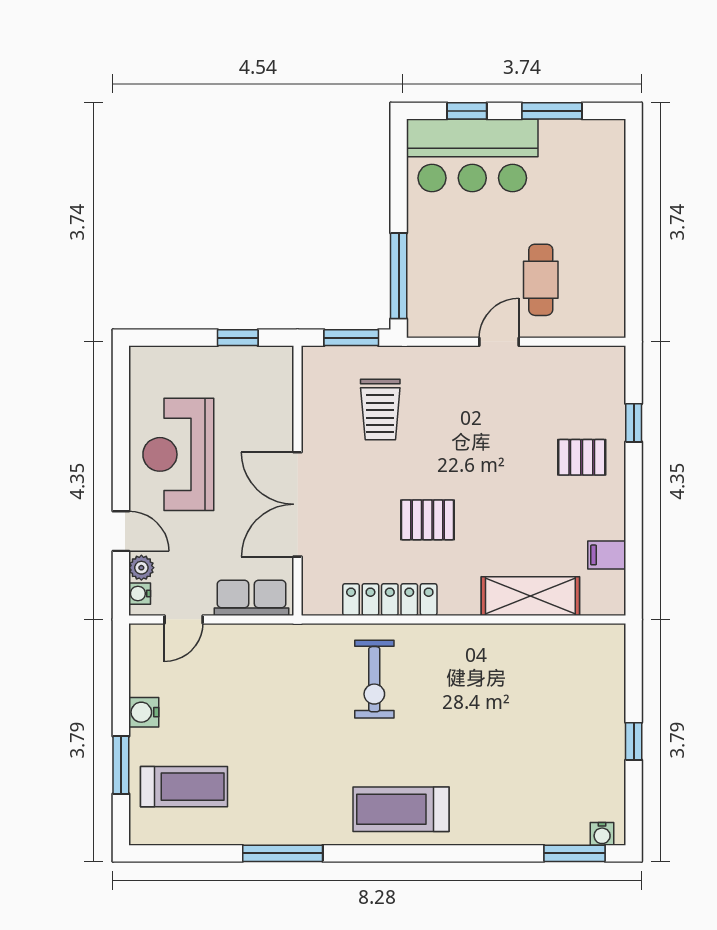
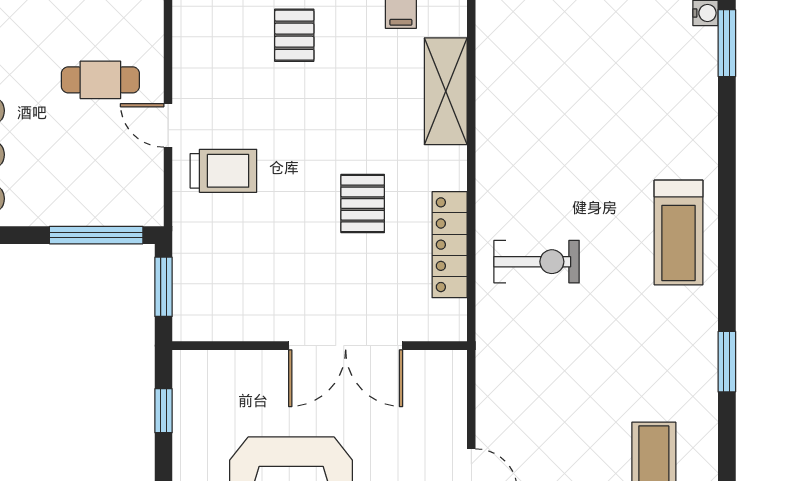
trolley: (380, 409) -> (223, 171), moved
row of seats: (252, 598) -> (448, 396), removed
window: (283, 853) -> (727, 362), width x0.69

